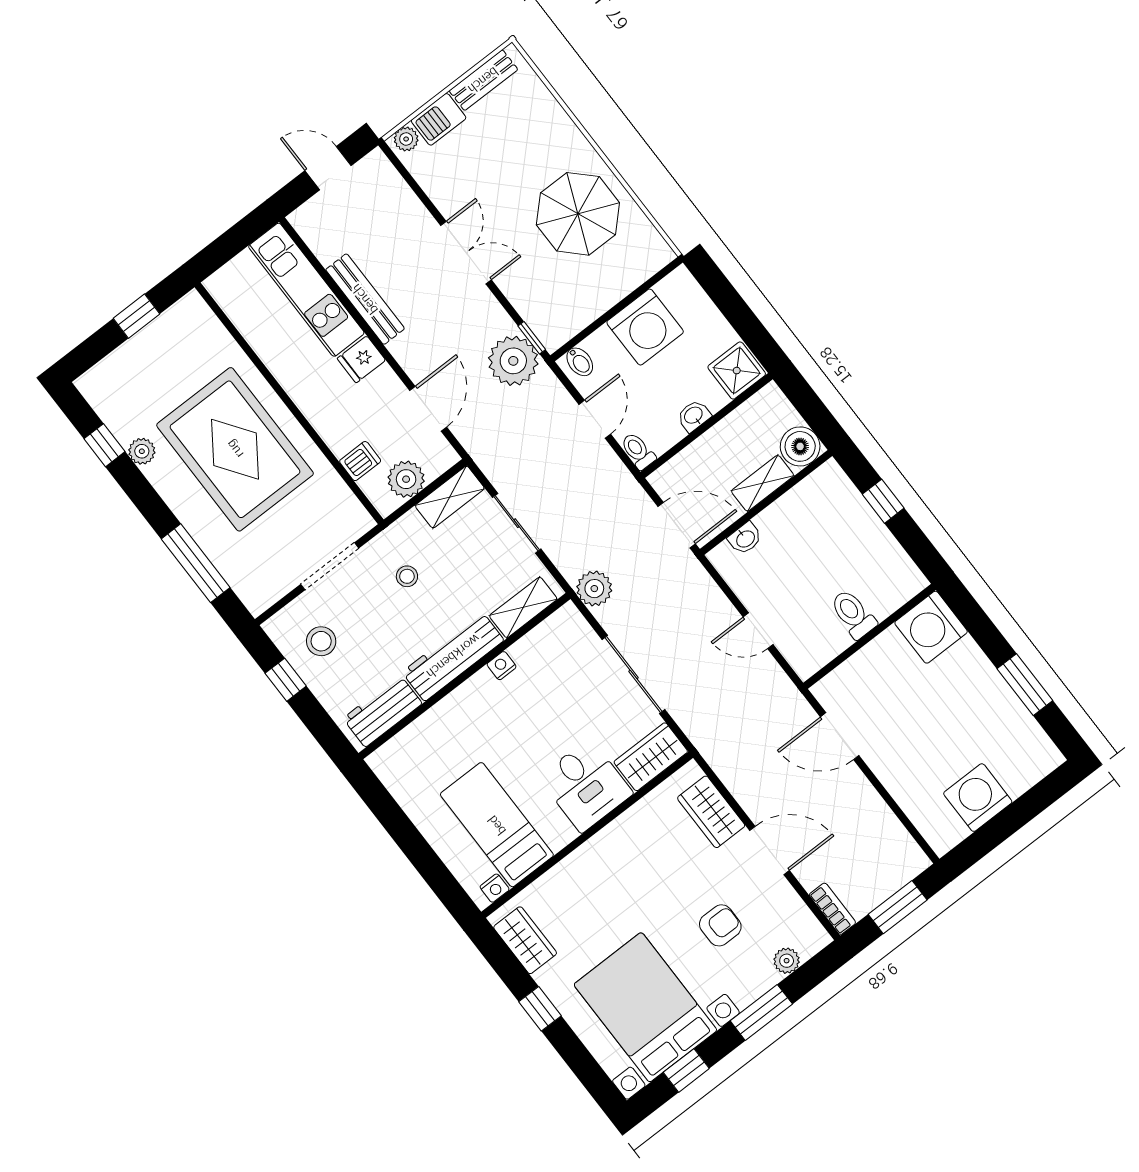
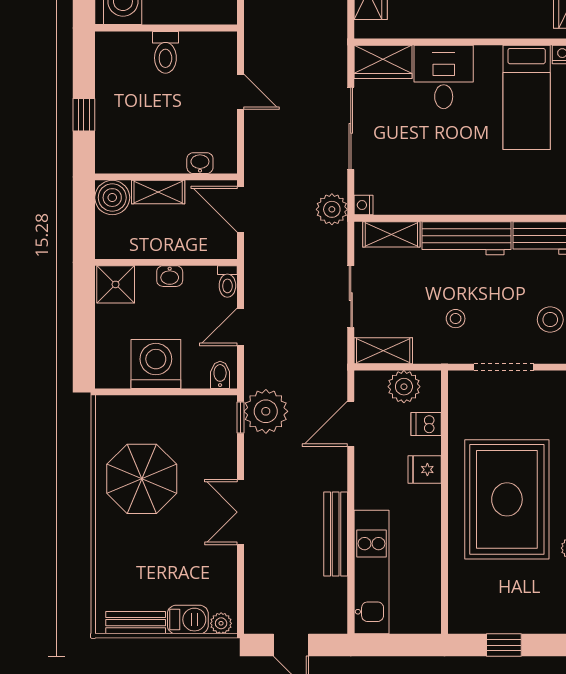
fridge: (361, 359) -> (425, 470), moved, turned 180
nightstand: (502, 666) -> (363, 205), moved, turned 90

